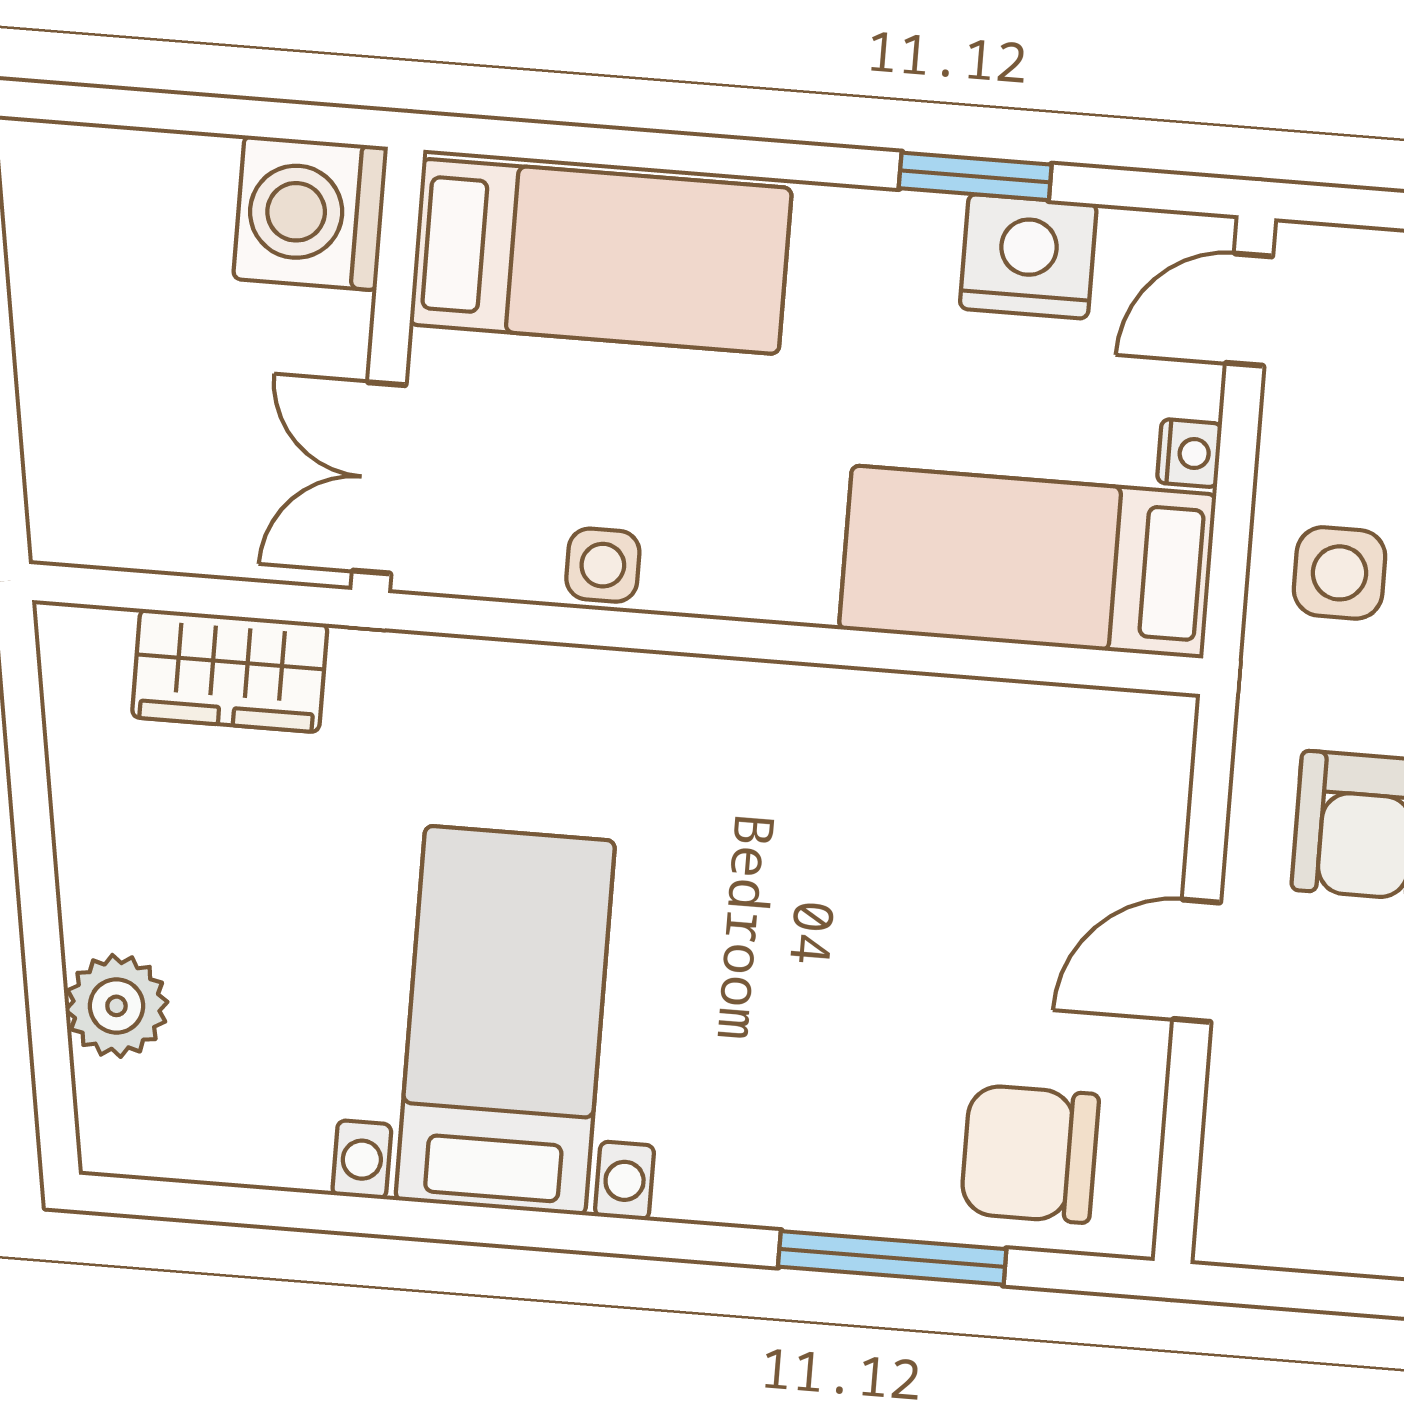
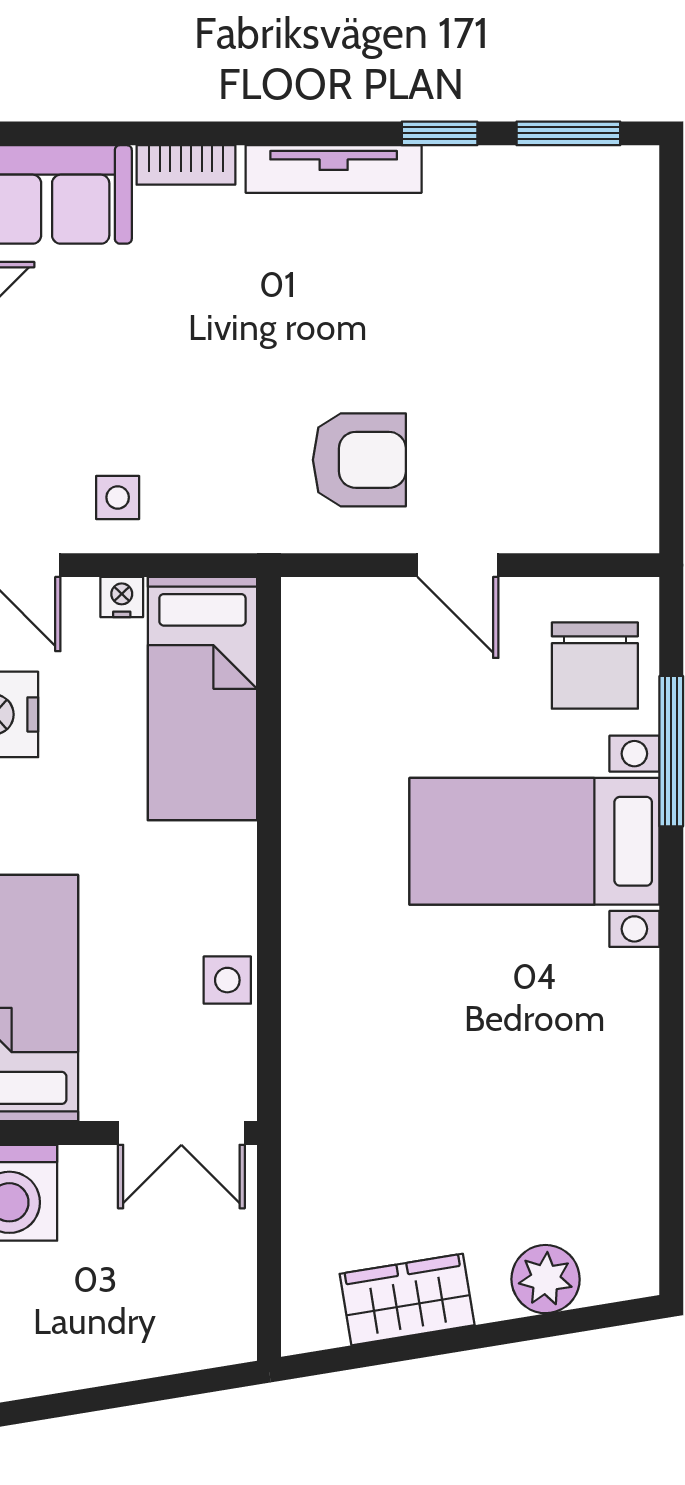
side table: (1339, 573) -> (118, 497), moved, width x0.73, depth x0.73
wardrobe: (230, 671) -> (407, 1299), moved, turned -99
bed with nightstands: (505, 1020) -> (534, 841), moved

